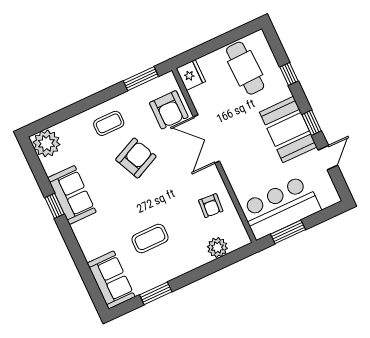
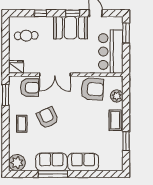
cafe table: (245, 68) -> (26, 36), width x0.73, depth x0.74
window: (55, 206) -> (53, 174), width x2.17
armchair: (211, 206) -> (92, 89), width x1.88, depth x1.88
window: (288, 232) -> (126, 33), moved
coffee table: (150, 238) -> (115, 120), moved
sofa: (111, 280) -> (83, 162), moved

